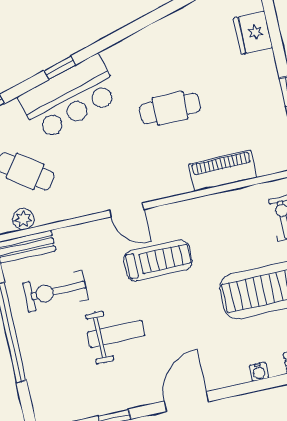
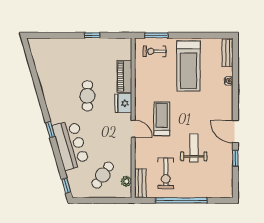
fridge: (253, 33) -> (123, 103), moved, turned 90
window: (60, 68) -> (50, 130), moved
door: (126, 210) -> (133, 129), hinge flipped
door: (186, 401) -> (235, 132), moved

